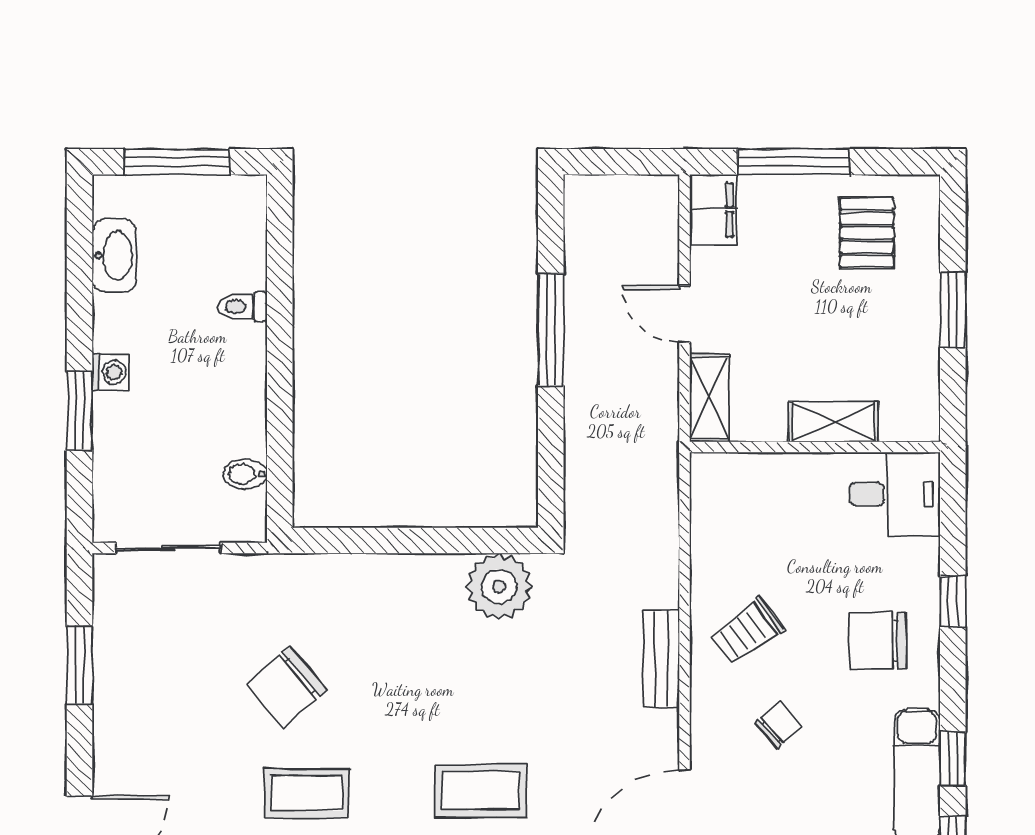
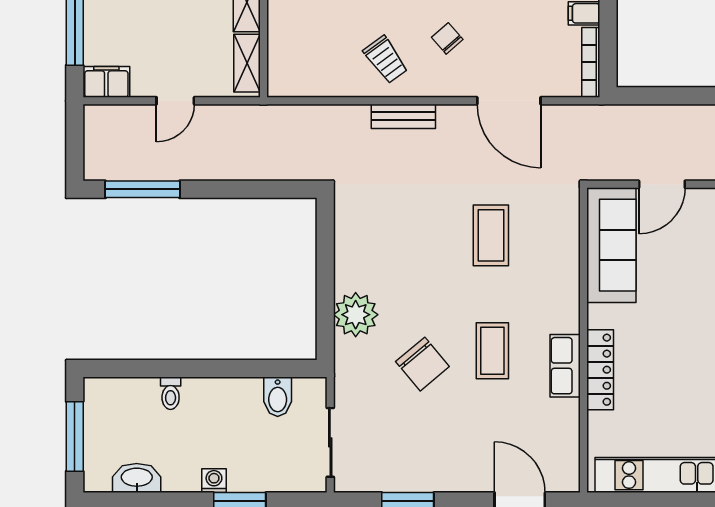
window: (551, 330) -> (142, 189), moved
shelving: (709, 398) -> (247, 63), moved, turned 90
bidet: (245, 474) -> (278, 397), width x1.38, depth x1.36
plant: (499, 586) -> (356, 315), moved

